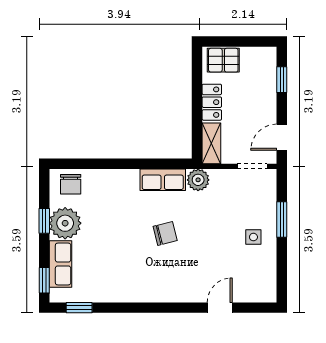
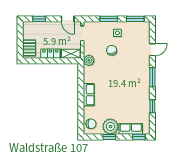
row of seats: (163, 180) -> (89, 95), moved
chair: (165, 233) -> (112, 50), moved
window: (282, 273) -> (135, 19), added
window: (79, 308) -> (152, 106), moved
window: (164, 308) -> (152, 77), added
door: (220, 308) -> (152, 50), swing flipped

